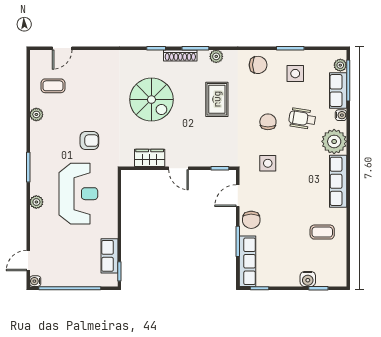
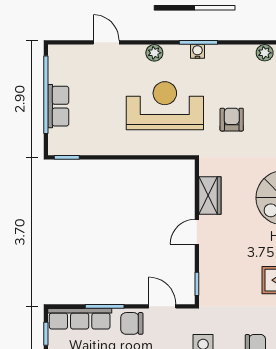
armchair: (89, 141) -> (232, 120), turned 180
reception desk: (78, 194) -> (165, 106), turned 180
row of seats: (110, 256) -> (58, 106), moved, turned 90
door: (28, 261) -> (106, 42), moved
water cooler: (35, 281) -> (197, 51), moved

